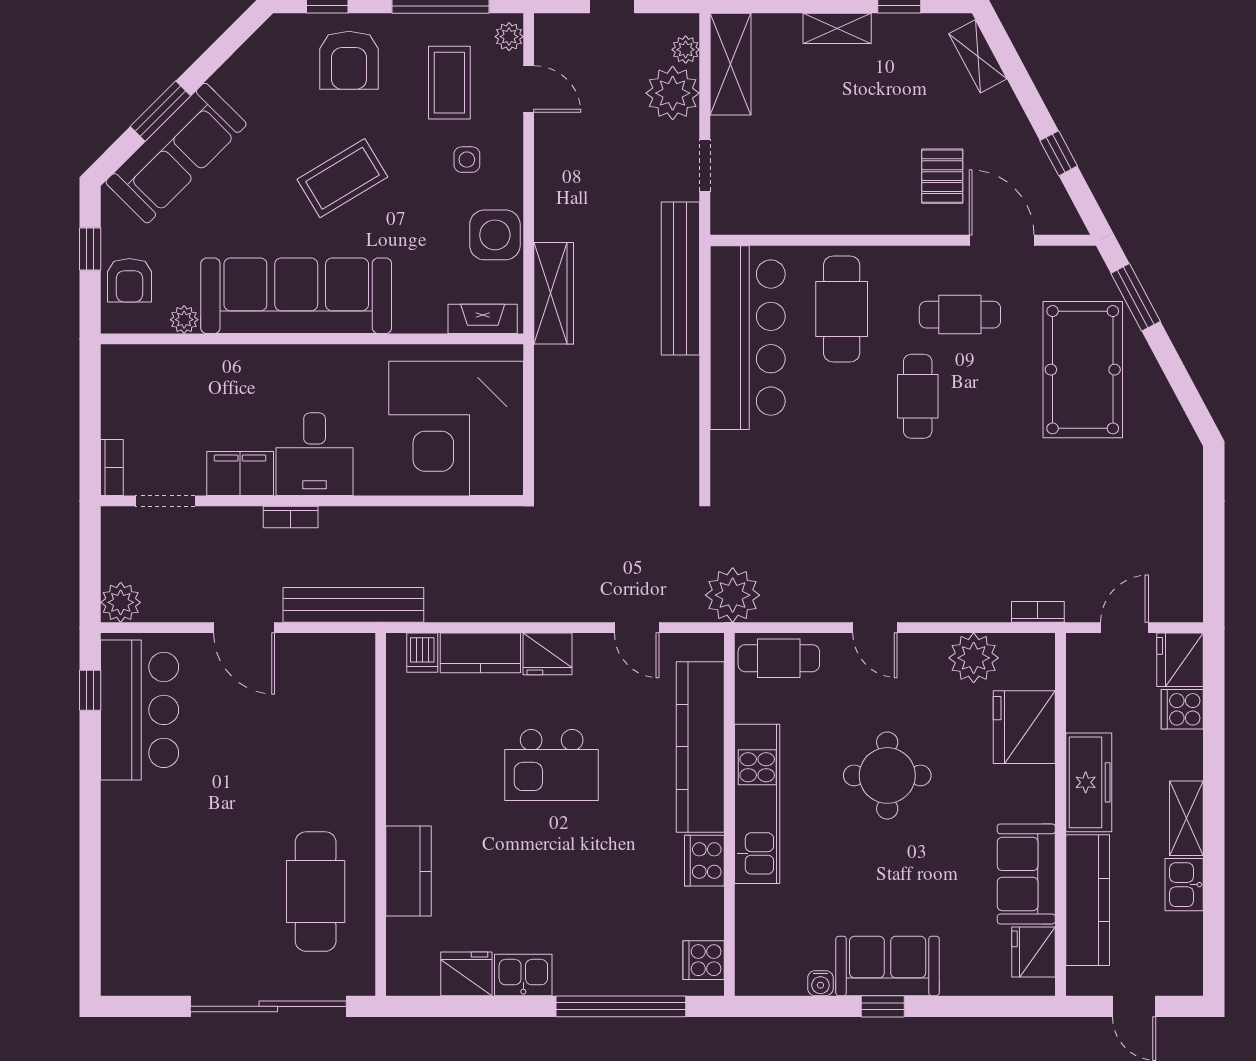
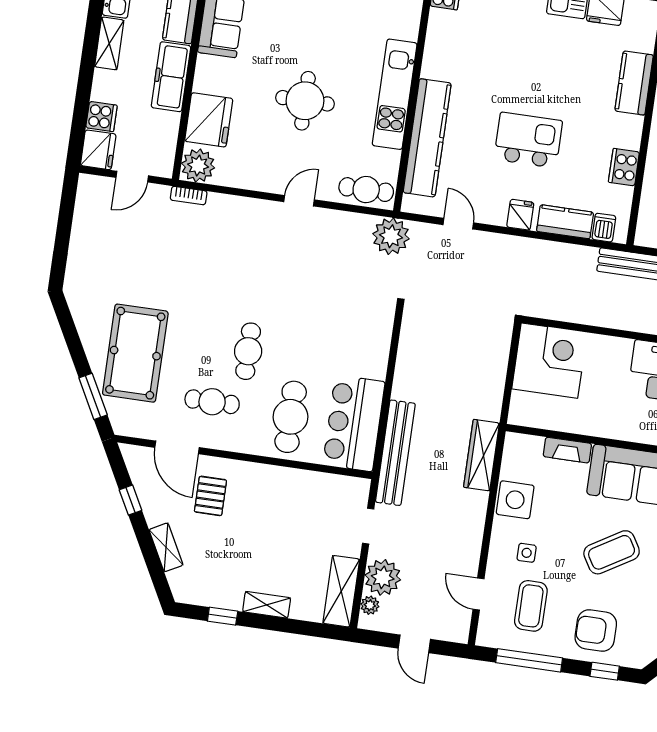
plant: (509, 37) -> (487, 631), removed
shelving: (978, 56) -> (166, 547), moved
armchair: (349, 60) -> (596, 631), turned -90
fireplace: (483, 319) -> (567, 450), moved
bar counter: (748, 338) -> (354, 423), width x0.73
corner desk: (456, 428) -> (549, 361), width x0.74, depth x0.74
door: (875, 628) -> (299, 201), hinge flipped
fridge: (548, 654) -> (520, 215), width x0.72
plant: (974, 658) -> (198, 166), moved
cooker: (704, 861) -> (624, 167), moved, turned 180

